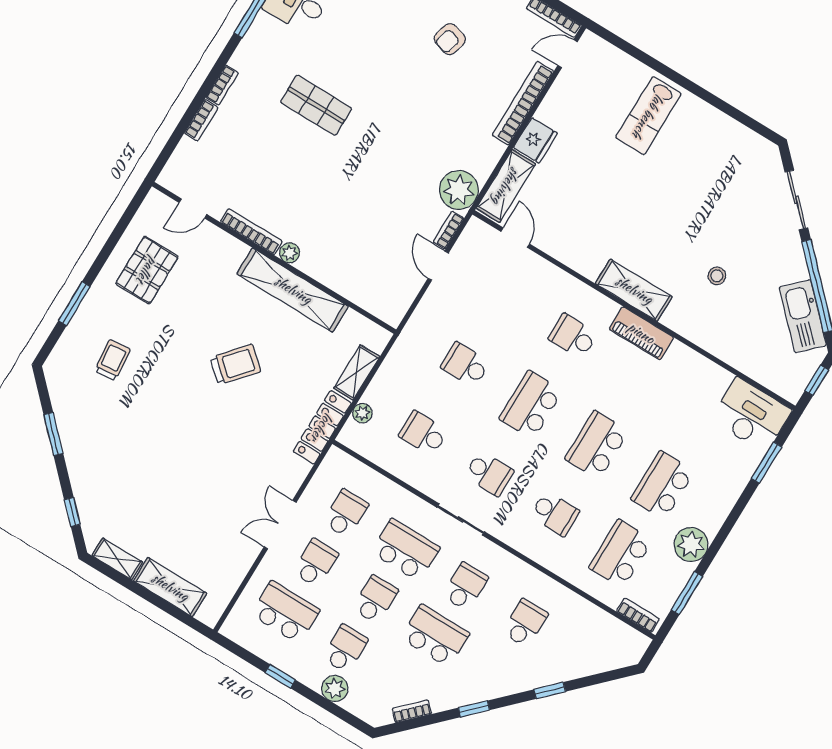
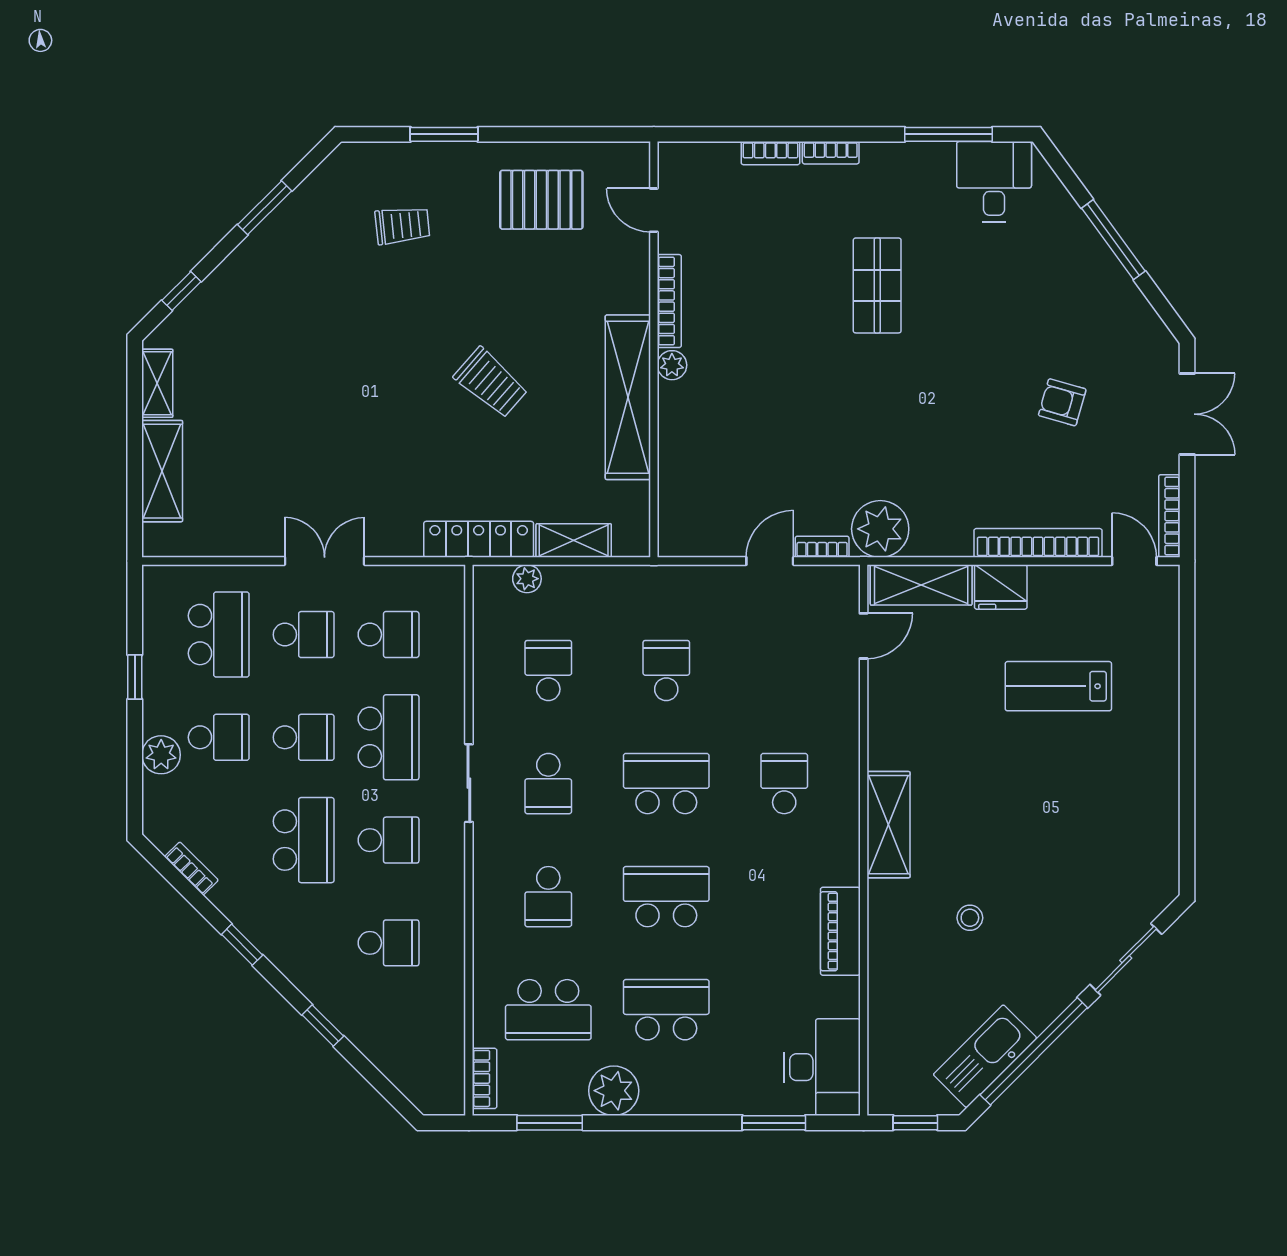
lab bench: (648, 116) -> (1058, 686), moved
piano: (641, 333) -> (840, 931), moved
school desk: (621, 554) -> (548, 1010), turned 180

